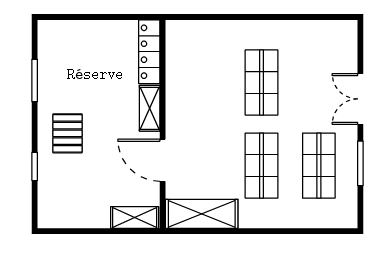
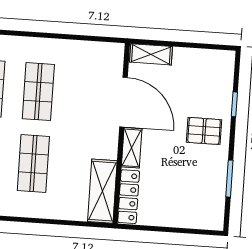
pallet: (67, 133) -> (204, 131), turned 90
door: (163, 160) -> (123, 102), width x1.36
shelving: (202, 214) -> (102, 191), moved, turned 90

